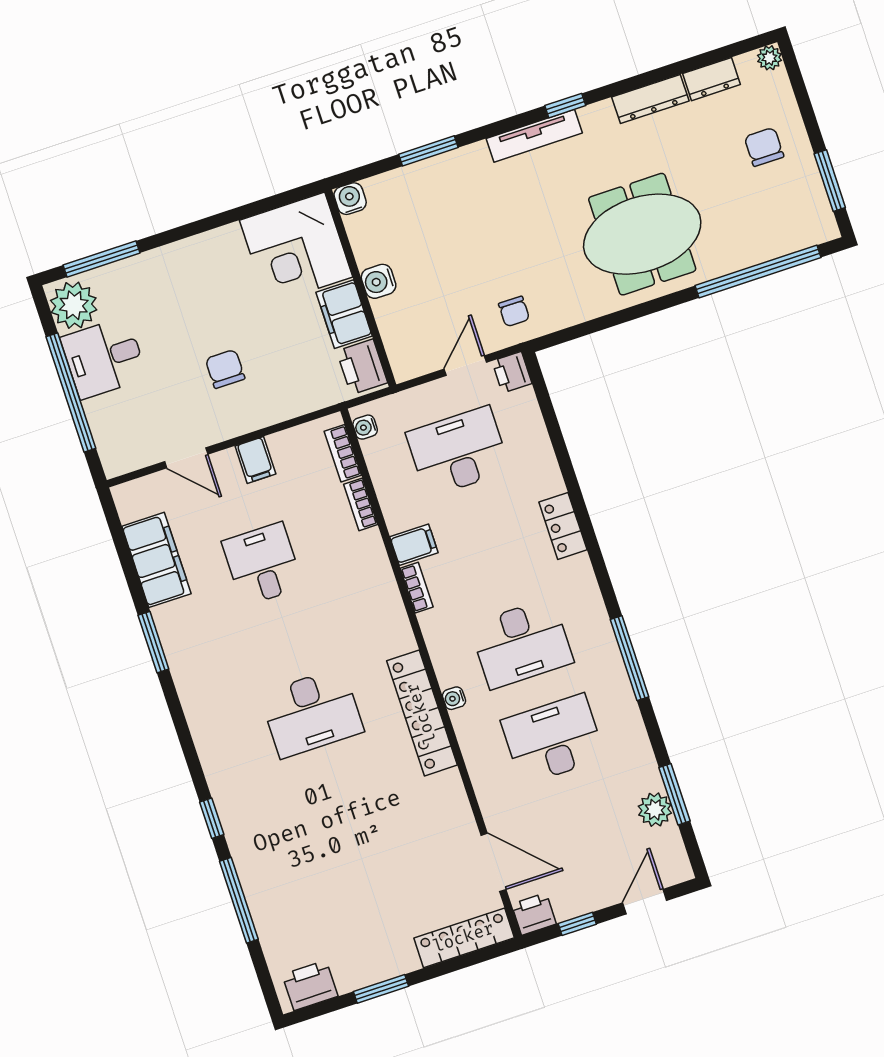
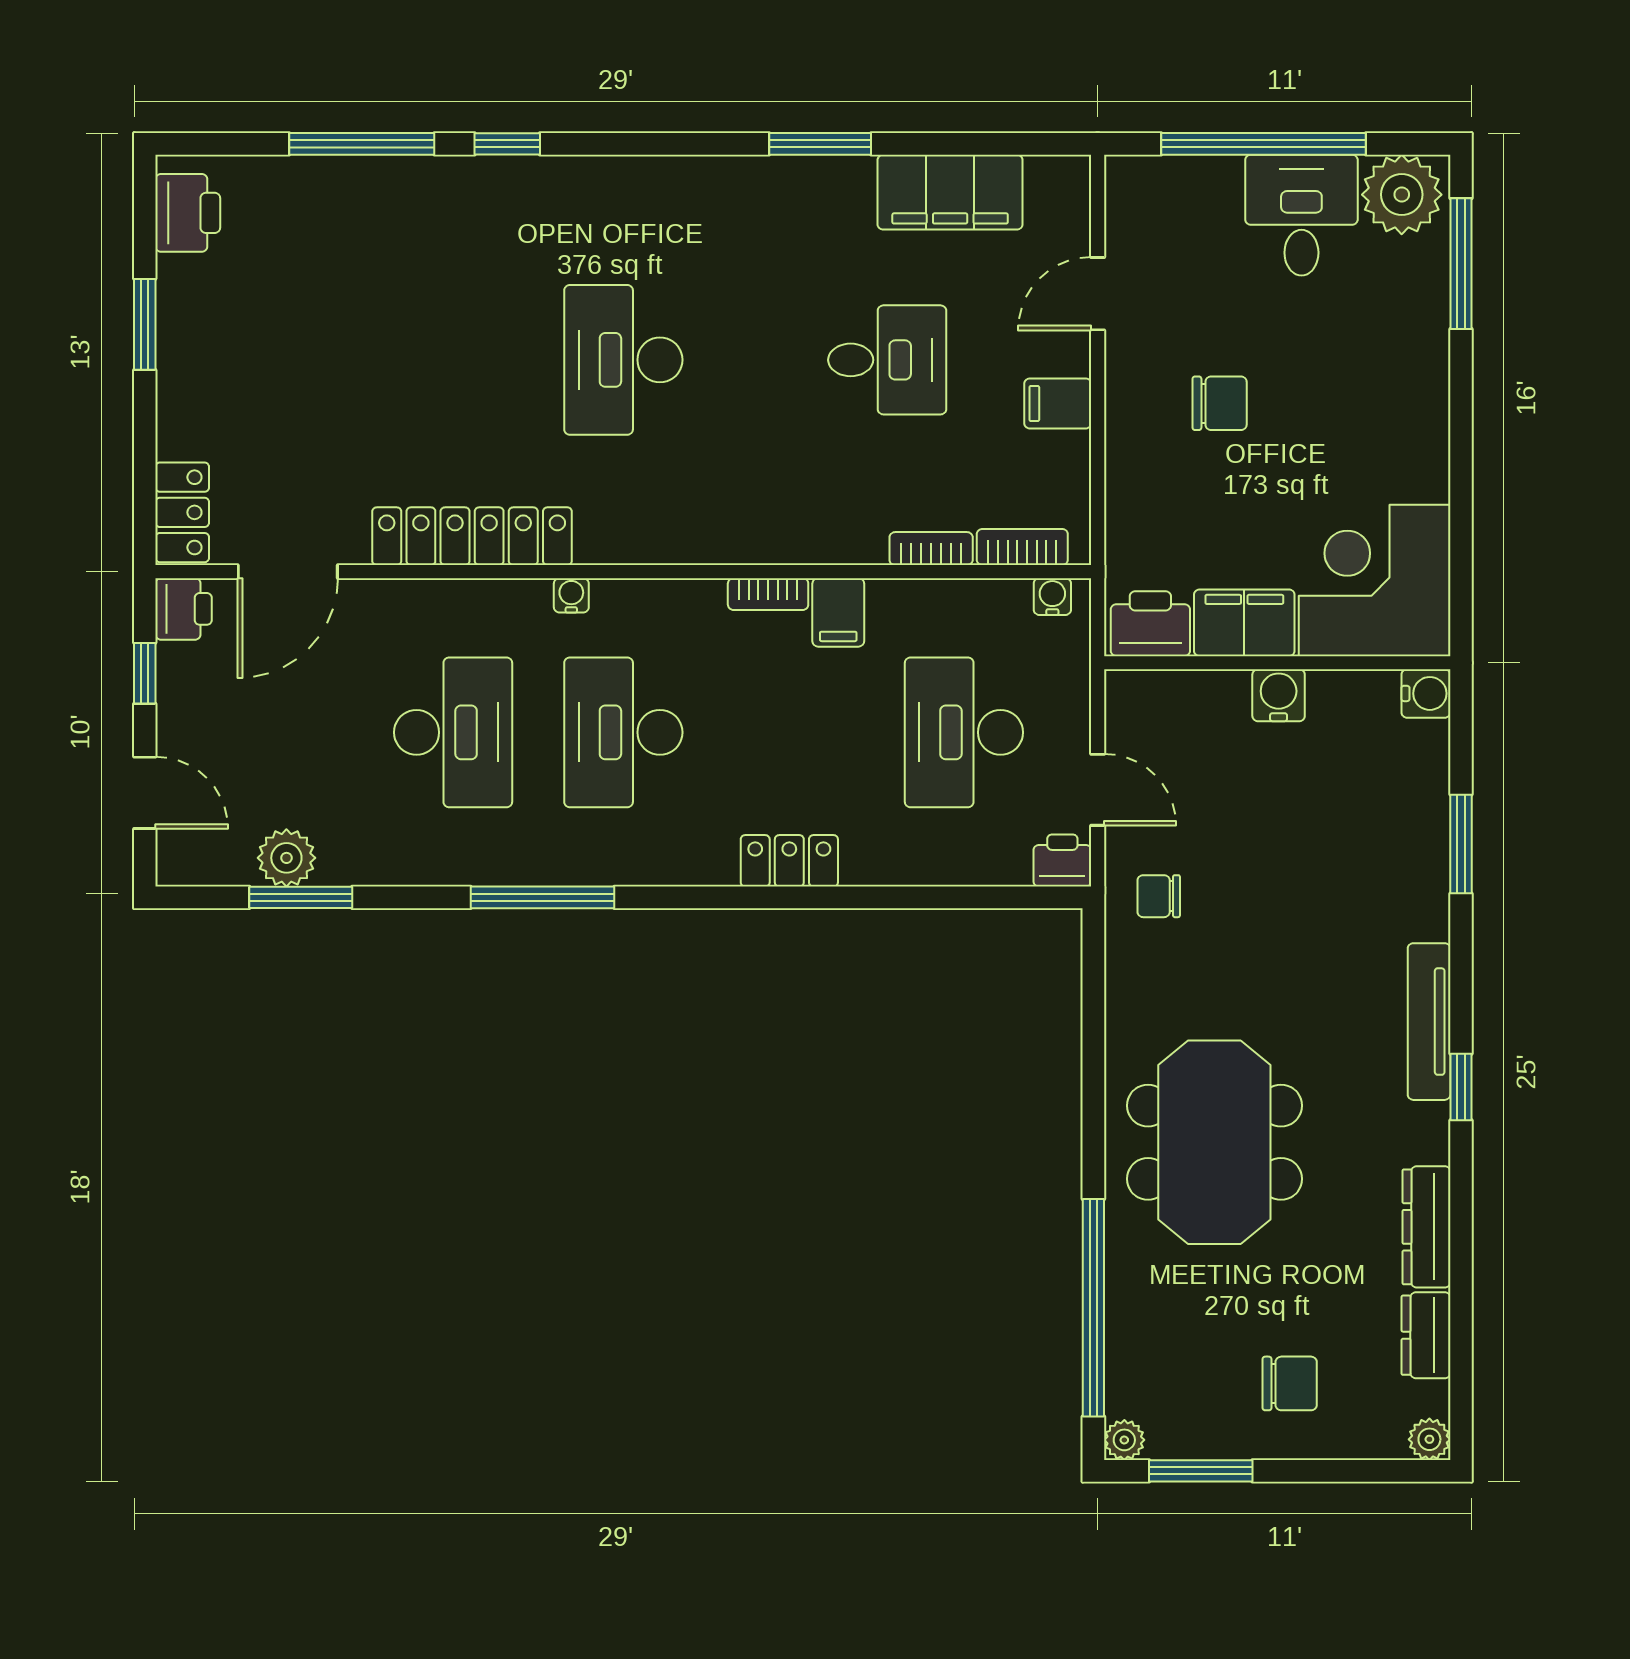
plant: (827, 229) -> (1124, 1440), added
desk: (458, 452) -> (964, 732), turned 180
locker: (422, 713) -> (472, 536), moved
locker: (464, 938) -> (182, 512), width x0.66

